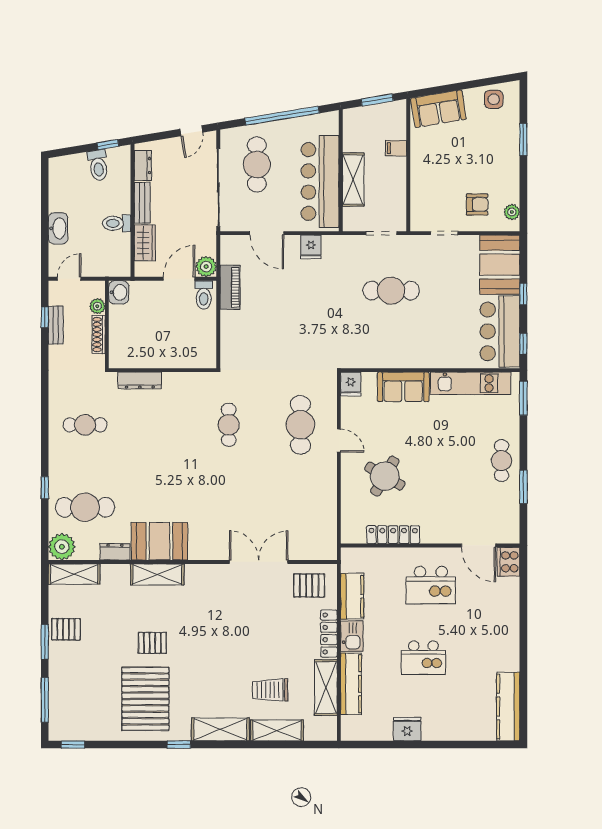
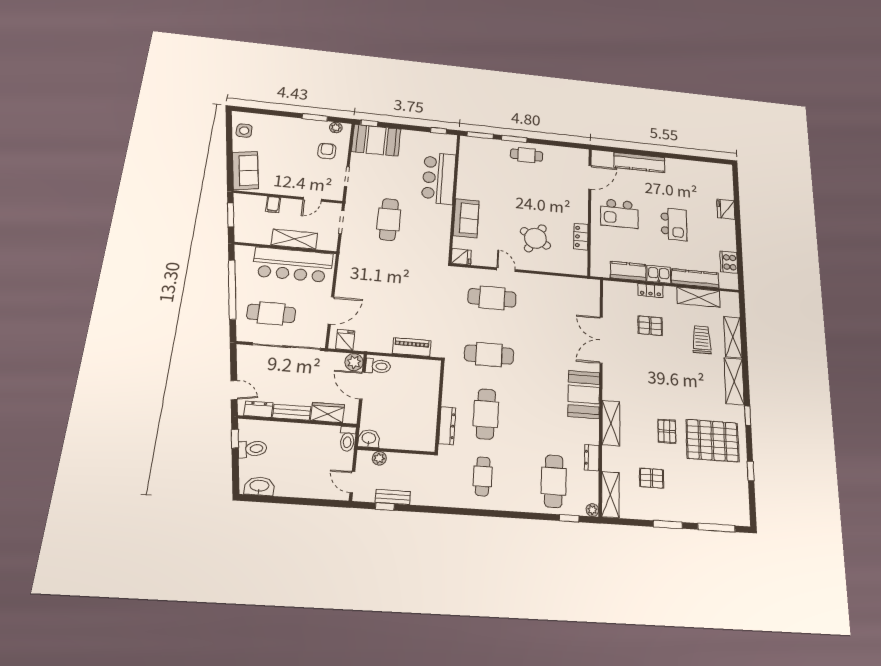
door: (191, 131) -> (234, 390), moved
window: (523, 140) -> (315, 117), moved
door: (408, 194) -> (312, 199), added
toilet: (117, 223) -> (347, 439), moved
washbasin: (58, 228) -> (259, 486), moved
fridge: (311, 247) -> (345, 340), moved, turned -90
piano: (230, 287) -> (412, 347), moved
window: (523, 294) -> (369, 123), moved
bar counter: (500, 331) -> (439, 178), moved, turned 90
shoe rack: (99, 335) -> (404, 459), removed
kitchen unit: (471, 383) -> (466, 170), removed
cafe table: (157, 425) -> (486, 414), added
cafe table: (229, 425) -> (489, 355), width x1.37, depth x1.35
door: (339, 441) -> (506, 270), hinge flipped
window: (523, 487) -> (514, 139), moved
window: (45, 488) -> (569, 518), moved
locker: (393, 535) -> (581, 237), width x0.66
booth: (159, 541) -> (584, 395), moved
plant: (62, 547) -> (592, 510), width x0.53, depth x0.53
cooker: (508, 562) -> (729, 262), moved, turned 90
kitchen island: (431, 585) -> (619, 214), turned 90
pallet: (309, 586) -> (650, 326), moved, turned 90
pallet: (66, 629) -> (652, 478), moved, turned 90
locker: (329, 634) -> (650, 291), width x0.66
trolley: (270, 690) -> (702, 340), turned 180
kitchen counter: (508, 707) -> (639, 162), moved
fridge: (407, 729) -> (726, 209), moved
window: (73, 745) -> (751, 471), moved

